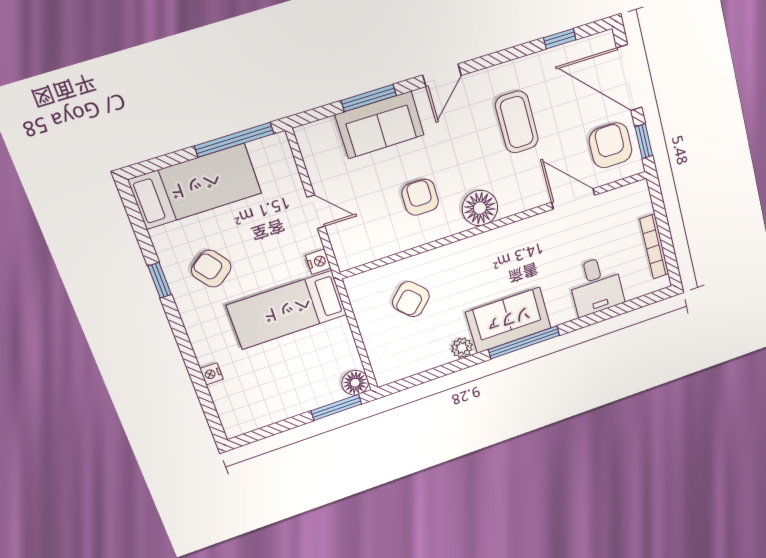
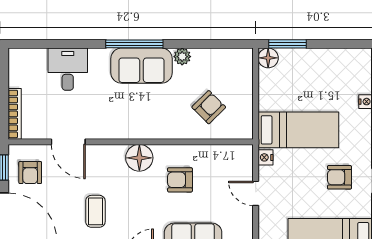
coffee table: (517, 122) -> (95, 211), width x0.73, depth x0.77
armchair: (611, 145) -> (30, 173), width x0.72, depth x0.72
armchair: (420, 197) -> (180, 180), turned 90
bookcase: (654, 246) -> (15, 114), moved
armchair: (211, 269) -> (339, 177), turned 127

